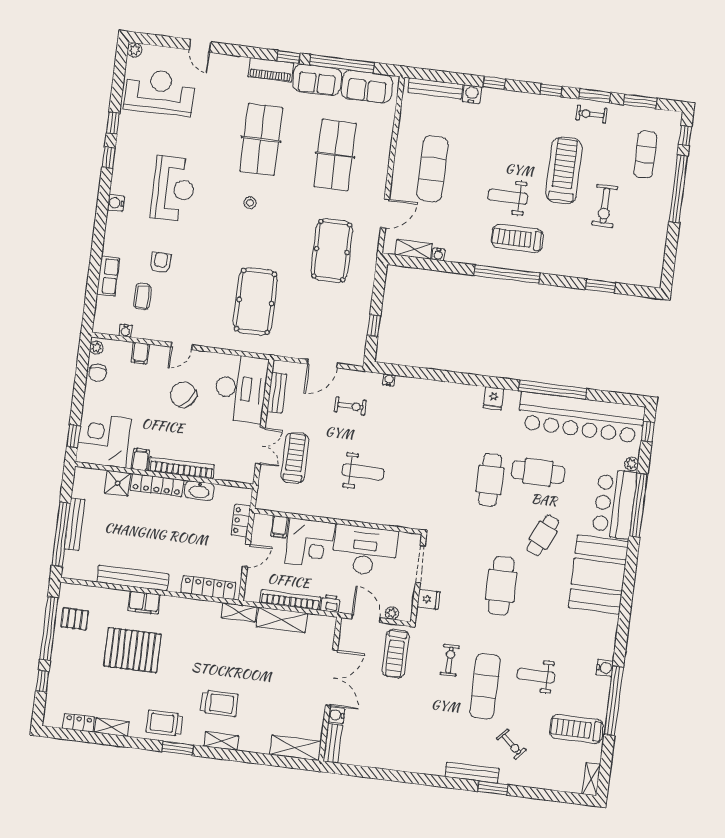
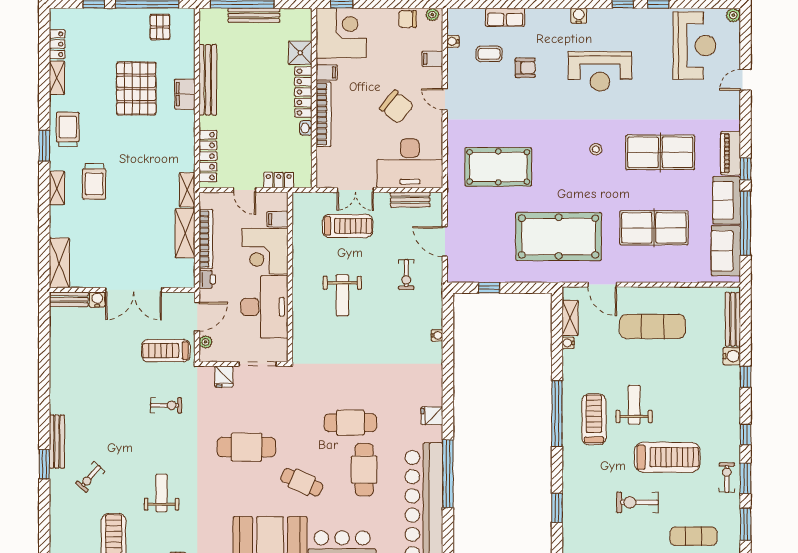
pool table: (332, 251) -> (559, 237), width x1.36, depth x1.32
water cooler: (389, 380) -> (437, 335), moved
chair: (183, 395) -> (397, 107), turned 90
washbasin: (199, 491) -> (306, 128), width x0.52, depth x0.69
exercise mat: (485, 686) -> (145, 444), removed

